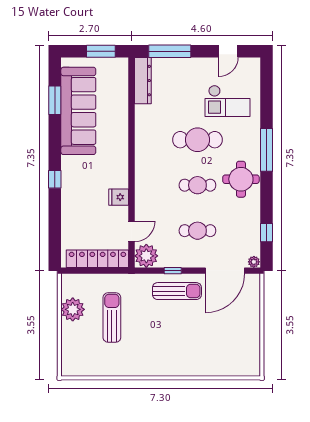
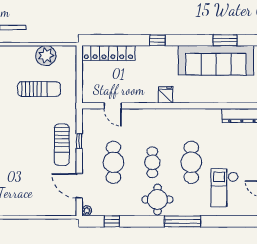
fridge: (119, 197) -> (166, 95), moved
cafe table: (197, 231) -> (113, 162), width x1.37, depth x1.35
plant: (146, 256) -> (92, 118), removed
locker: (97, 259) -> (108, 53), moved, turned 90
door: (225, 271) -> (79, 186), width x0.73

